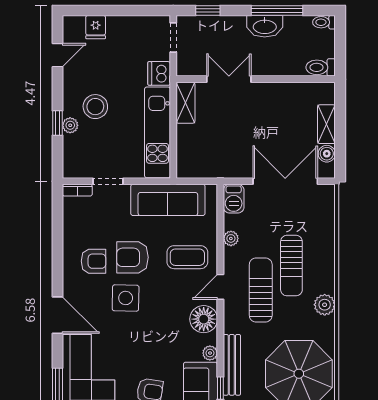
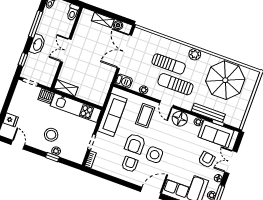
washbasin: (265, 26) -> (37, 44), moved
double door: (229, 79) -> (66, 51), moved

